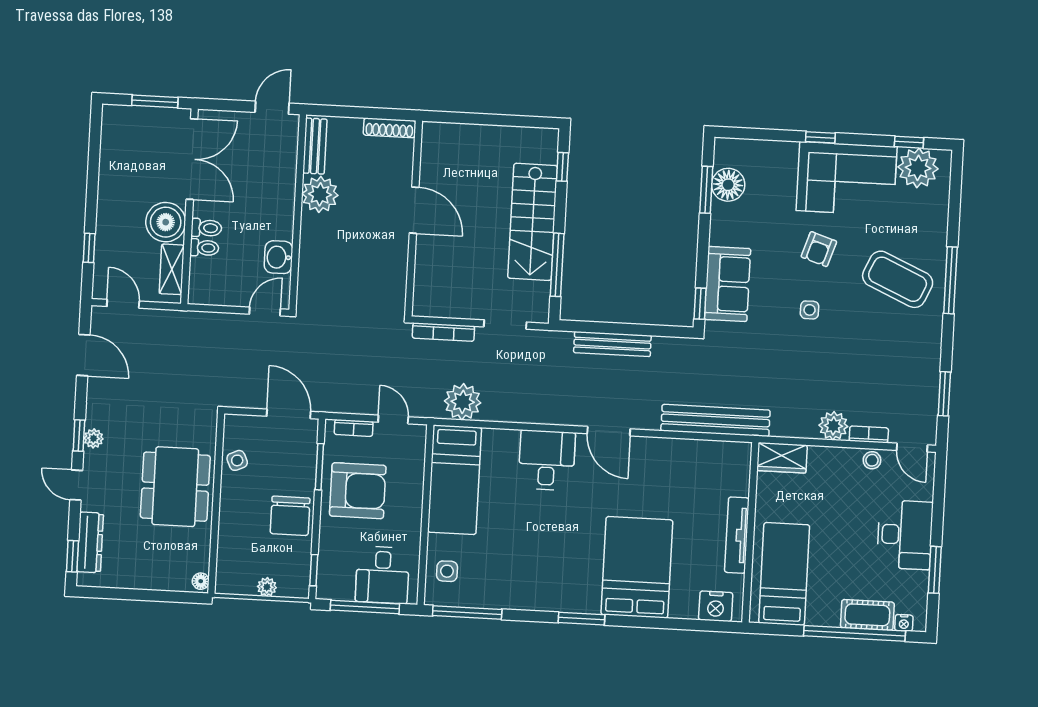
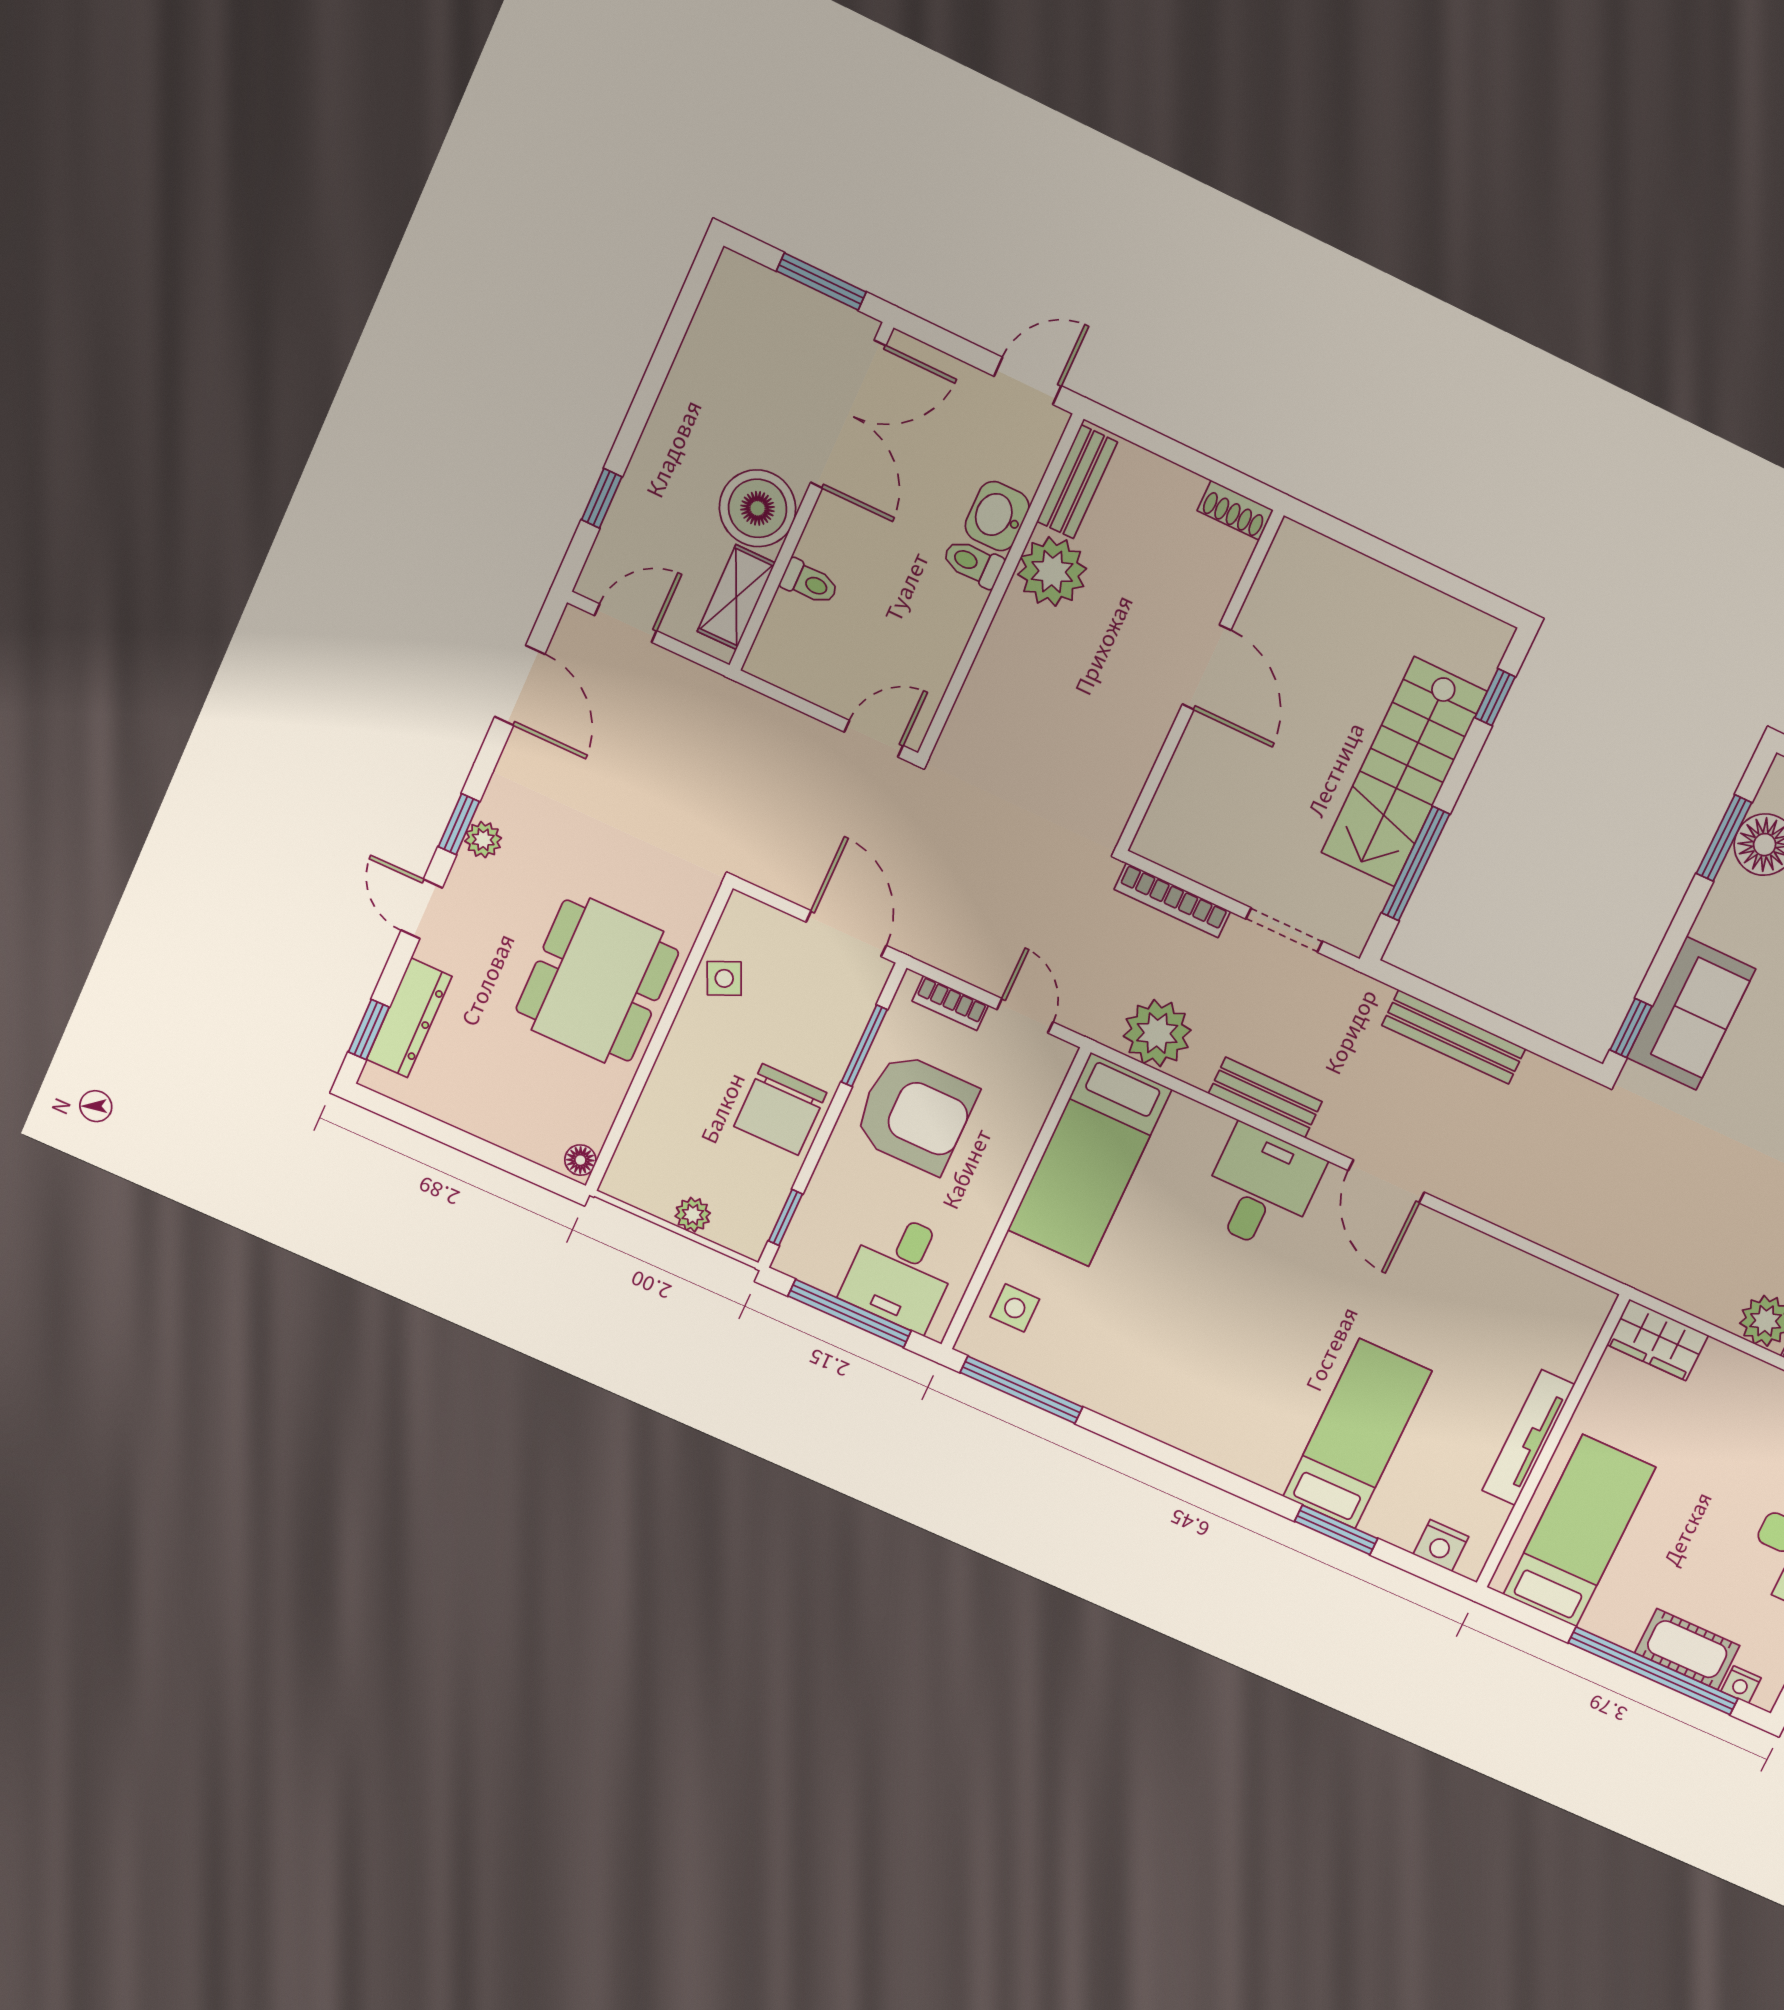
shoe rack: (389, 128) -> (1235, 510), width x0.70
toilet: (206, 228) -> (973, 563), moved, turned 180
washbasin: (278, 257) -> (997, 516), moved
door: (123, 304) -> (626, 623), hinge flipped
bench: (715, 420) -> (1265, 1098), moved, width x0.54, depth x0.82
bed: (637, 567) -> (1357, 1434), width x0.67
nightstand: (716, 606) -> (1441, 1545), width x0.74, depth x0.75
window: (581, 619) -> (1336, 1530), moved

